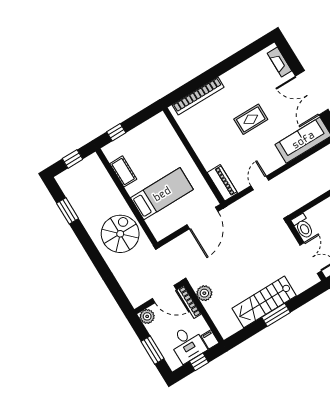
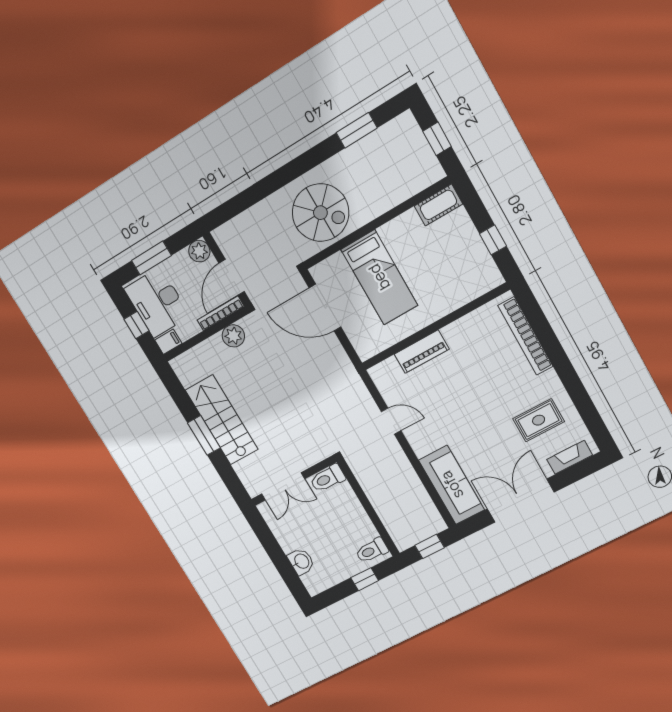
rug: (251, 119) -> (539, 420), moved, turned 90
window: (116, 132) -> (493, 240), moved
cot: (123, 171) -> (438, 205), moved
piano: (222, 183) -> (422, 352), moved
door: (202, 218) -> (325, 308), moved
desk: (187, 344) -> (157, 302), width x1.37

